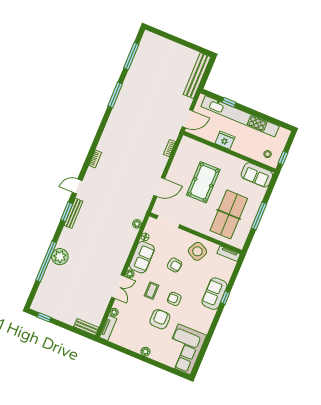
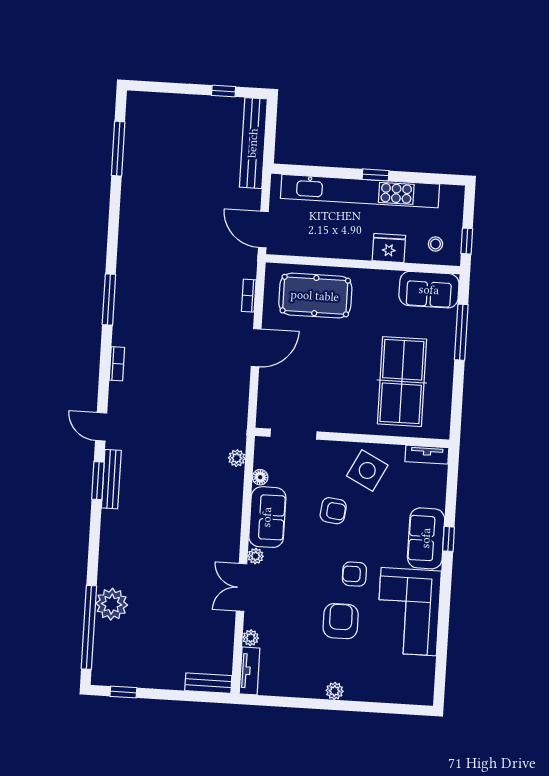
window: (191, 46) -> (224, 91), added
window: (115, 95) -> (109, 300), moved
window: (229, 102) -> (375, 175), moved
door: (187, 119) -> (263, 230), swing flipped
fridge: (225, 140) -> (389, 248), moved
pool table: (203, 182) -> (315, 296), moved, turned 90
door: (77, 186) -> (101, 427), hinge flipped
door: (159, 187) -> (256, 348), moved
window: (259, 216) -> (461, 332), moved
plant: (60, 257) -> (112, 604), moved
window: (46, 261) -> (89, 627), moved
double door: (118, 287) -> (242, 587), swing flipped
coffee table: (152, 291) -> (307, 573), removed
corner sofa: (184, 349) -> (409, 612), moved

